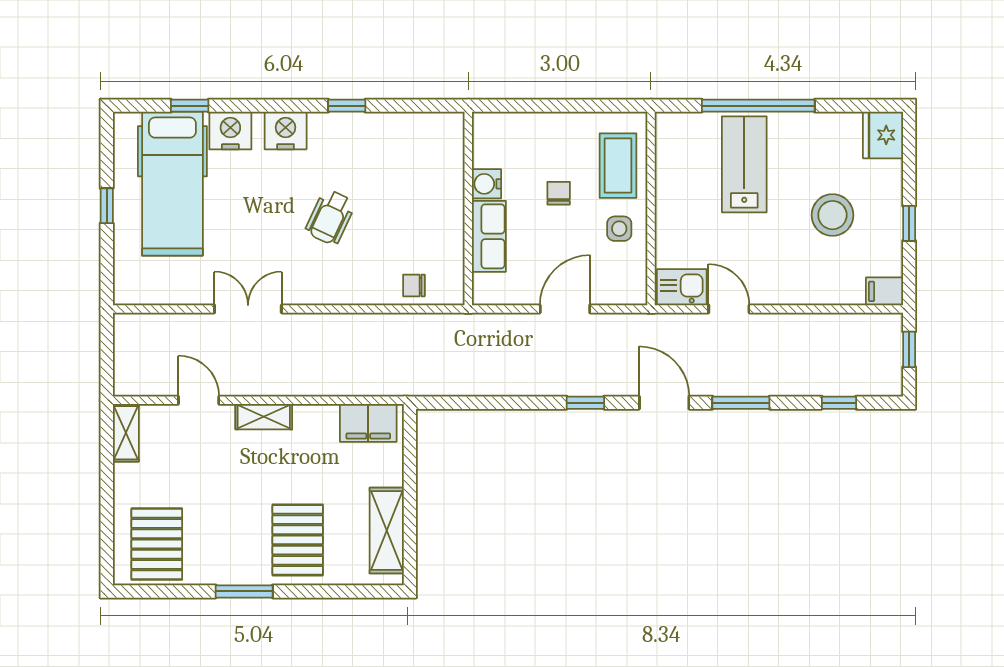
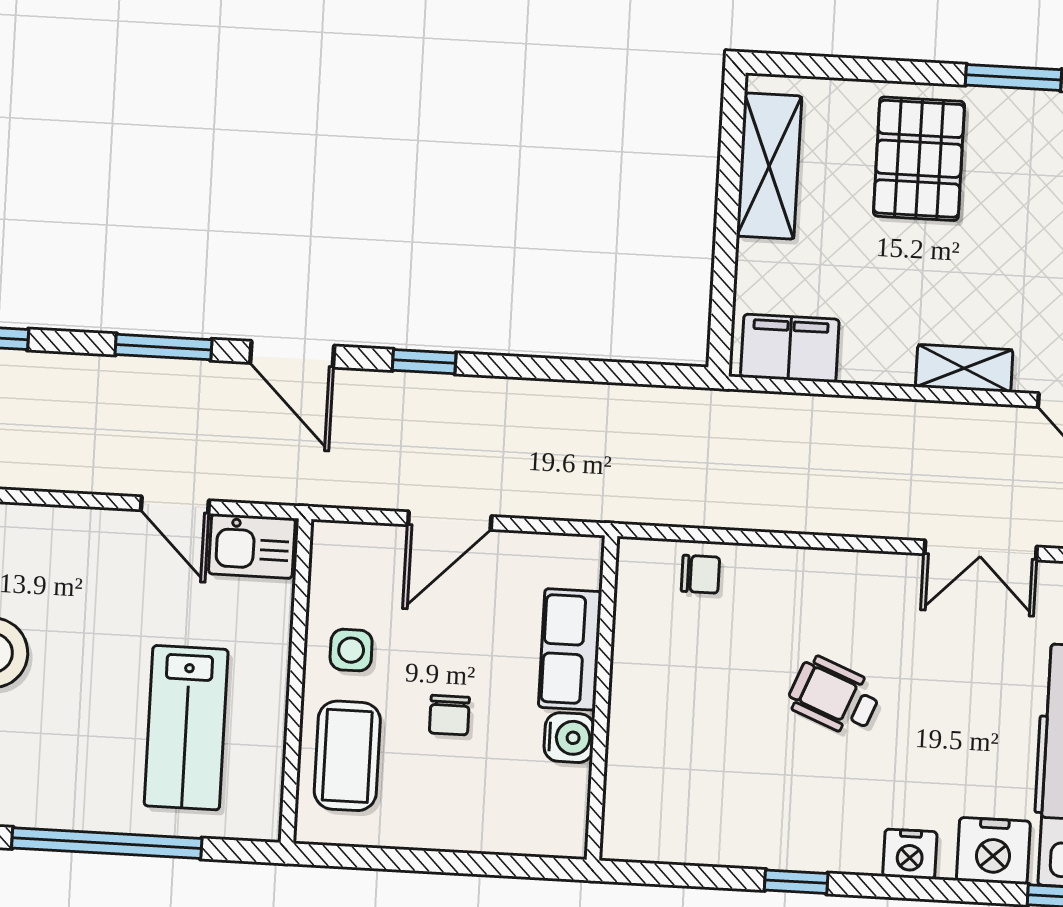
nightstand: (286, 131) -> (910, 854), width x0.74, depth x0.75
lab bench: (744, 164) -> (186, 728), moved
wheelchair: (330, 217) -> (834, 696), turned -93

